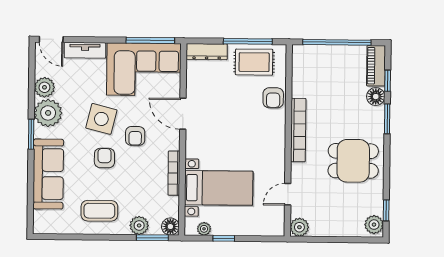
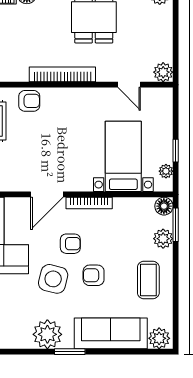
plant: (44, 87) -> (159, 338), moved
bookcase: (174, 173) -> (89, 203), moved

